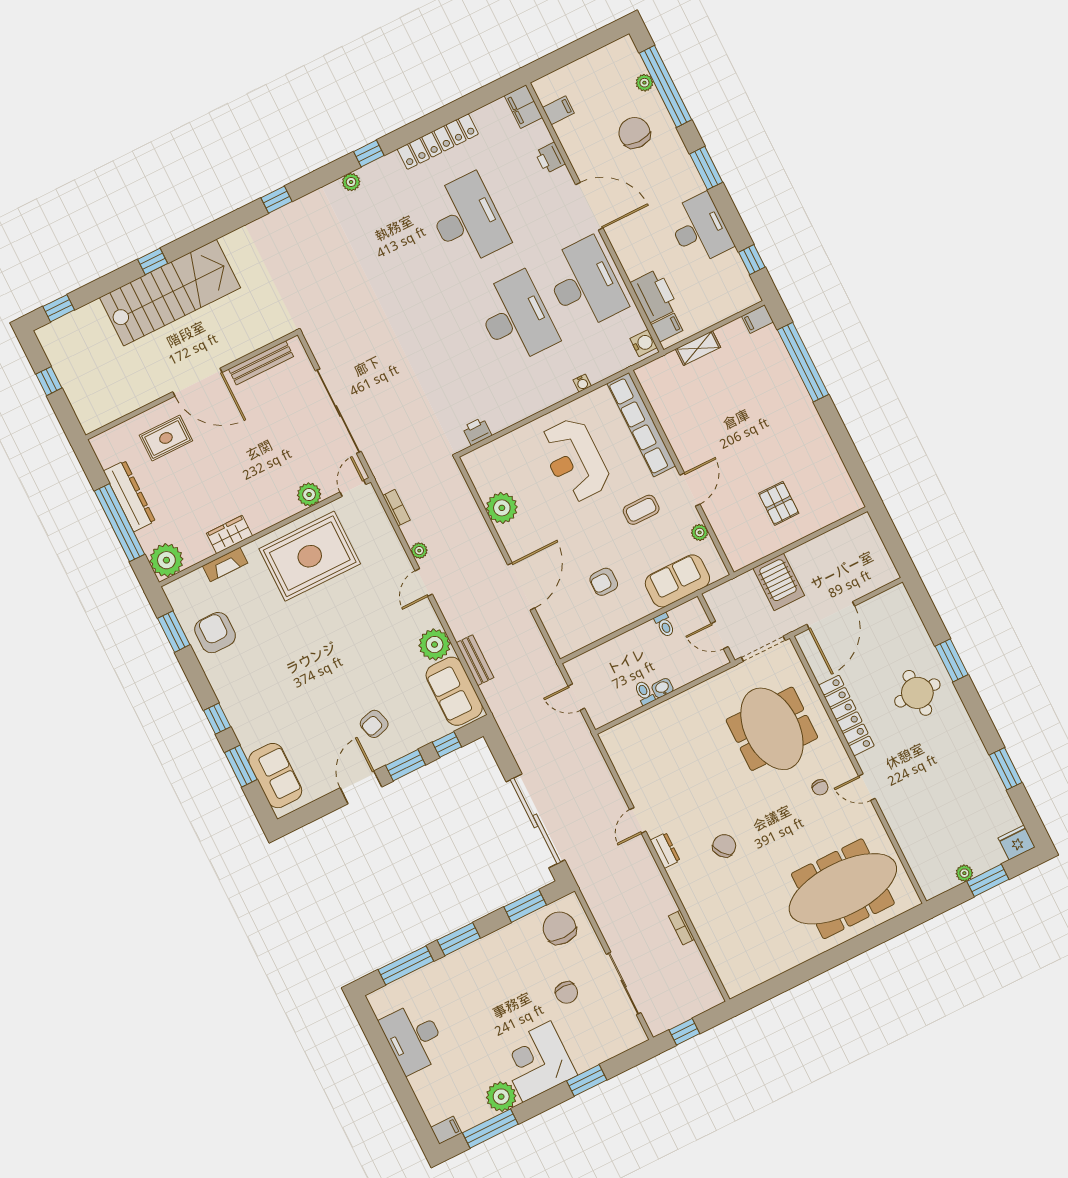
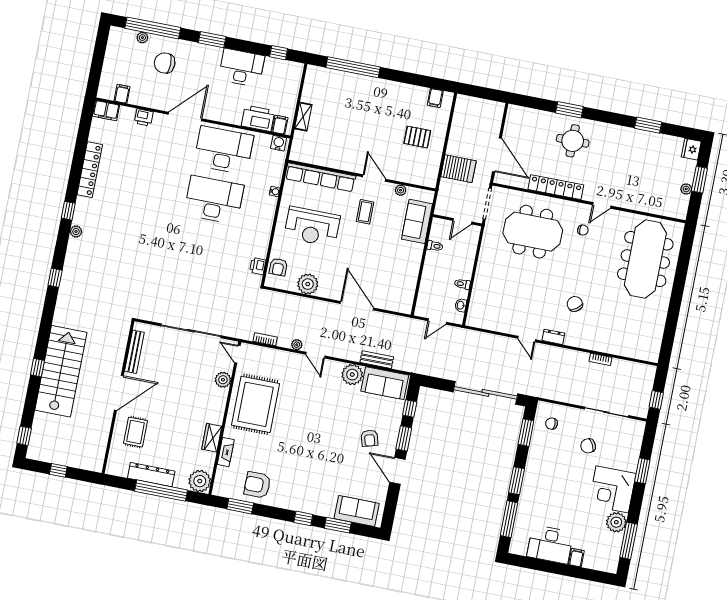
desk: (467, 220) -> (143, 186), removed
filing cabinet: (757, 319) -> (435, 98), moved
armchair: (604, 582) -> (278, 267), moved
washbasin: (662, 688) -> (461, 305), moved
chair: (560, 928) -> (552, 424), width x0.54, depth x0.54
chair: (567, 993) -> (588, 446), turned 151
filing cabinet: (446, 1130) -> (576, 558), moved

